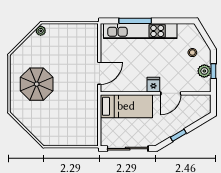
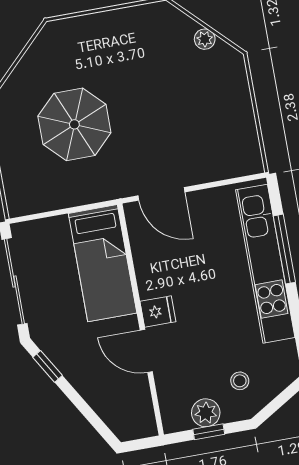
plant: (41, 31) -> (205, 39), moved
parasol: (37, 84) -> (74, 124), moved
window: (178, 135) -> (48, 366), moved

